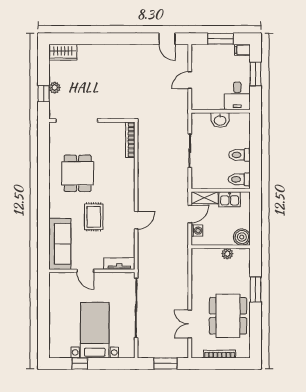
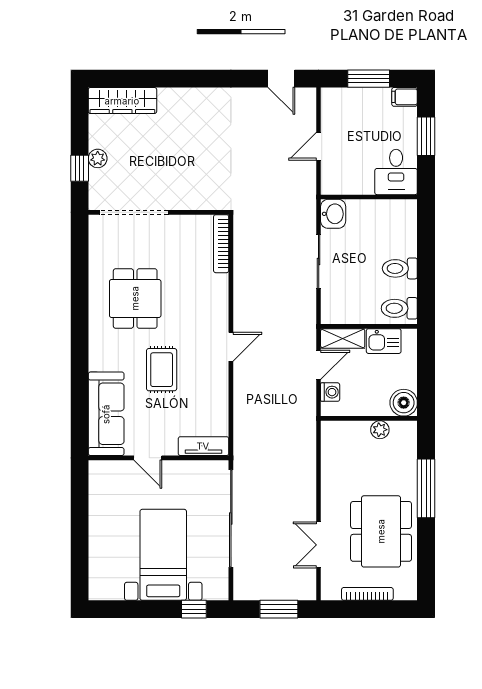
wardrobe: (63, 52) -> (122, 101), width x1.50
washbasin: (220, 120) -> (333, 214), moved, turned -90
door: (136, 220) -> (231, 347), moved
window: (256, 289) -> (426, 488), width x1.44
window: (80, 363) -> (194, 609), moved

